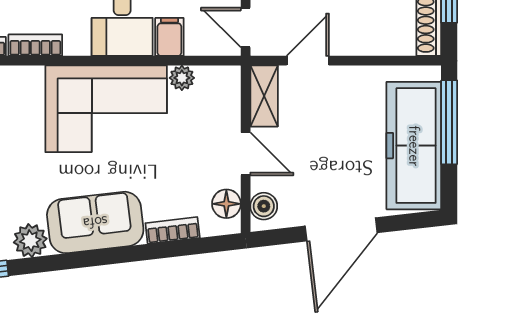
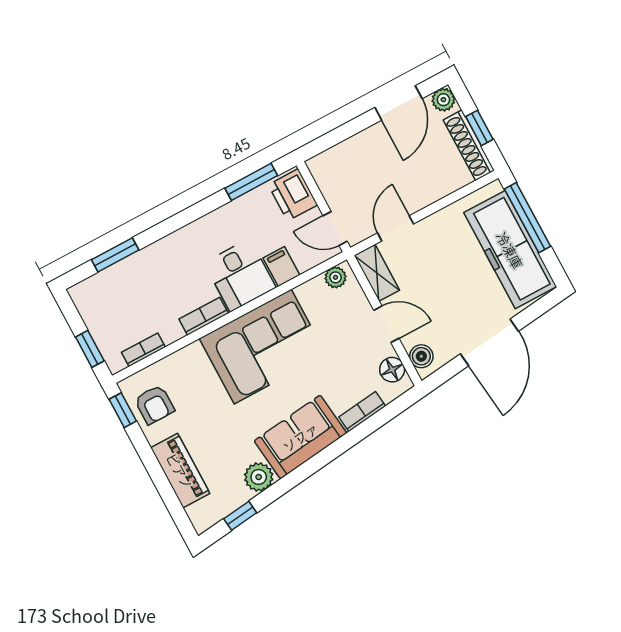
bookcase: (35, 45) -> (204, 316), moved
plant: (182, 78) -> (335, 277), moved

